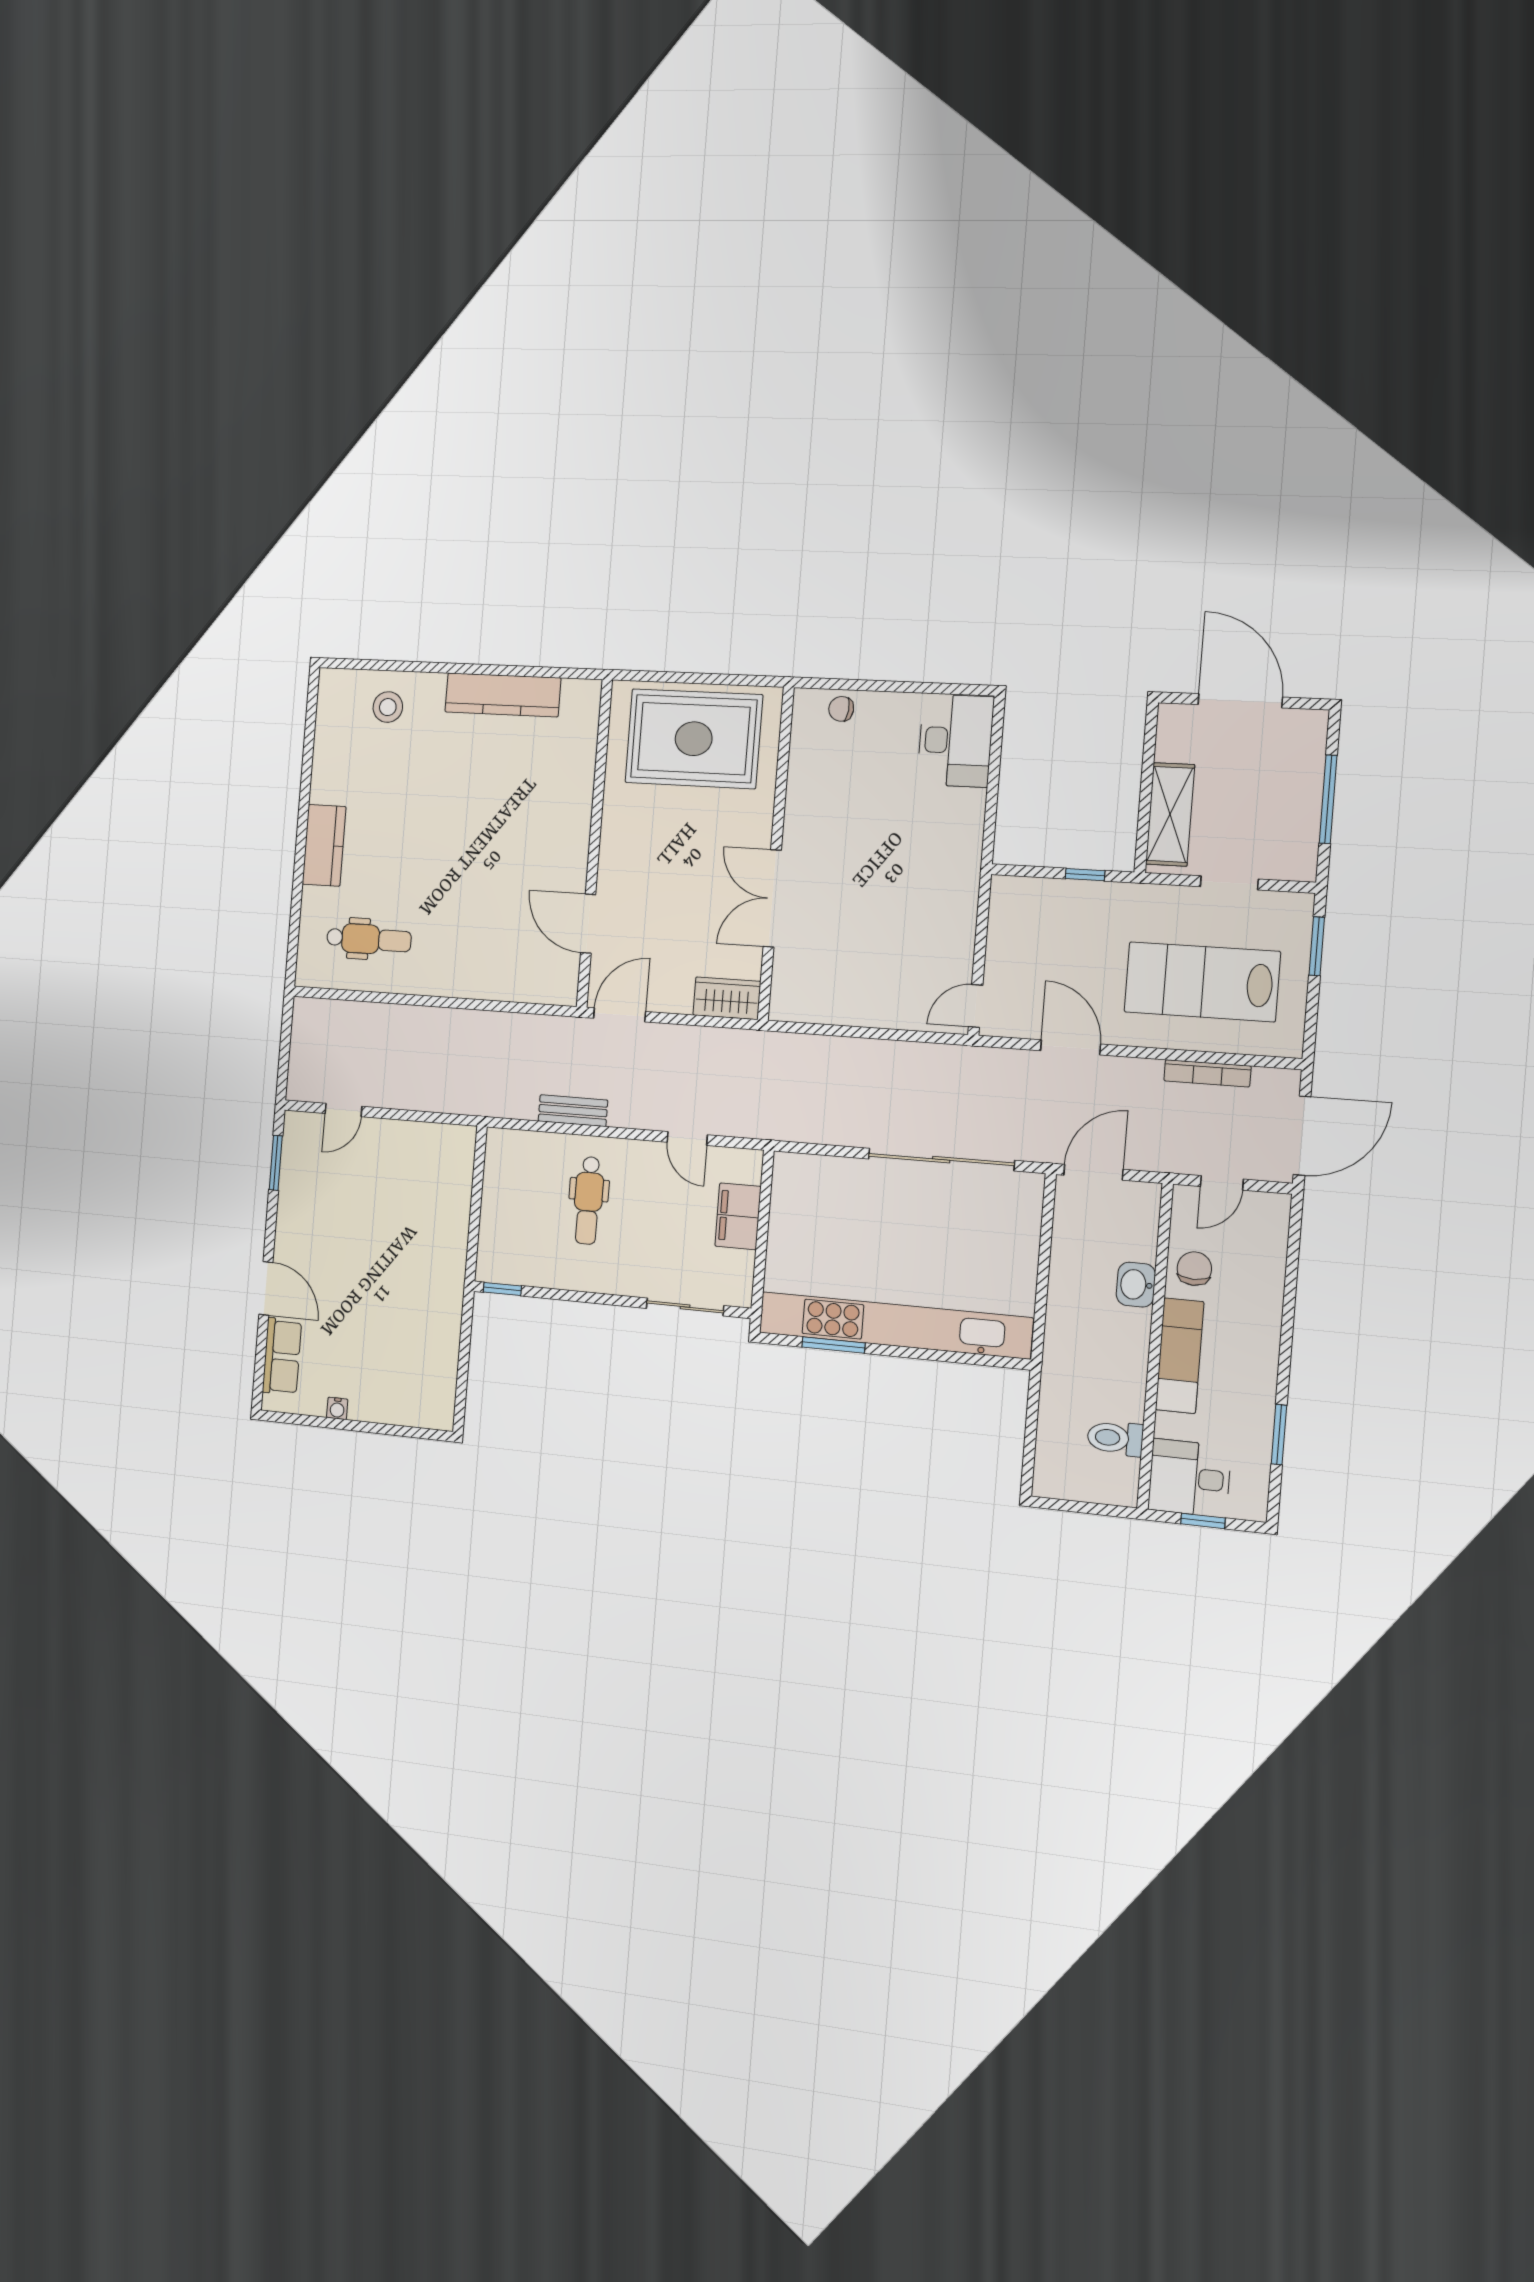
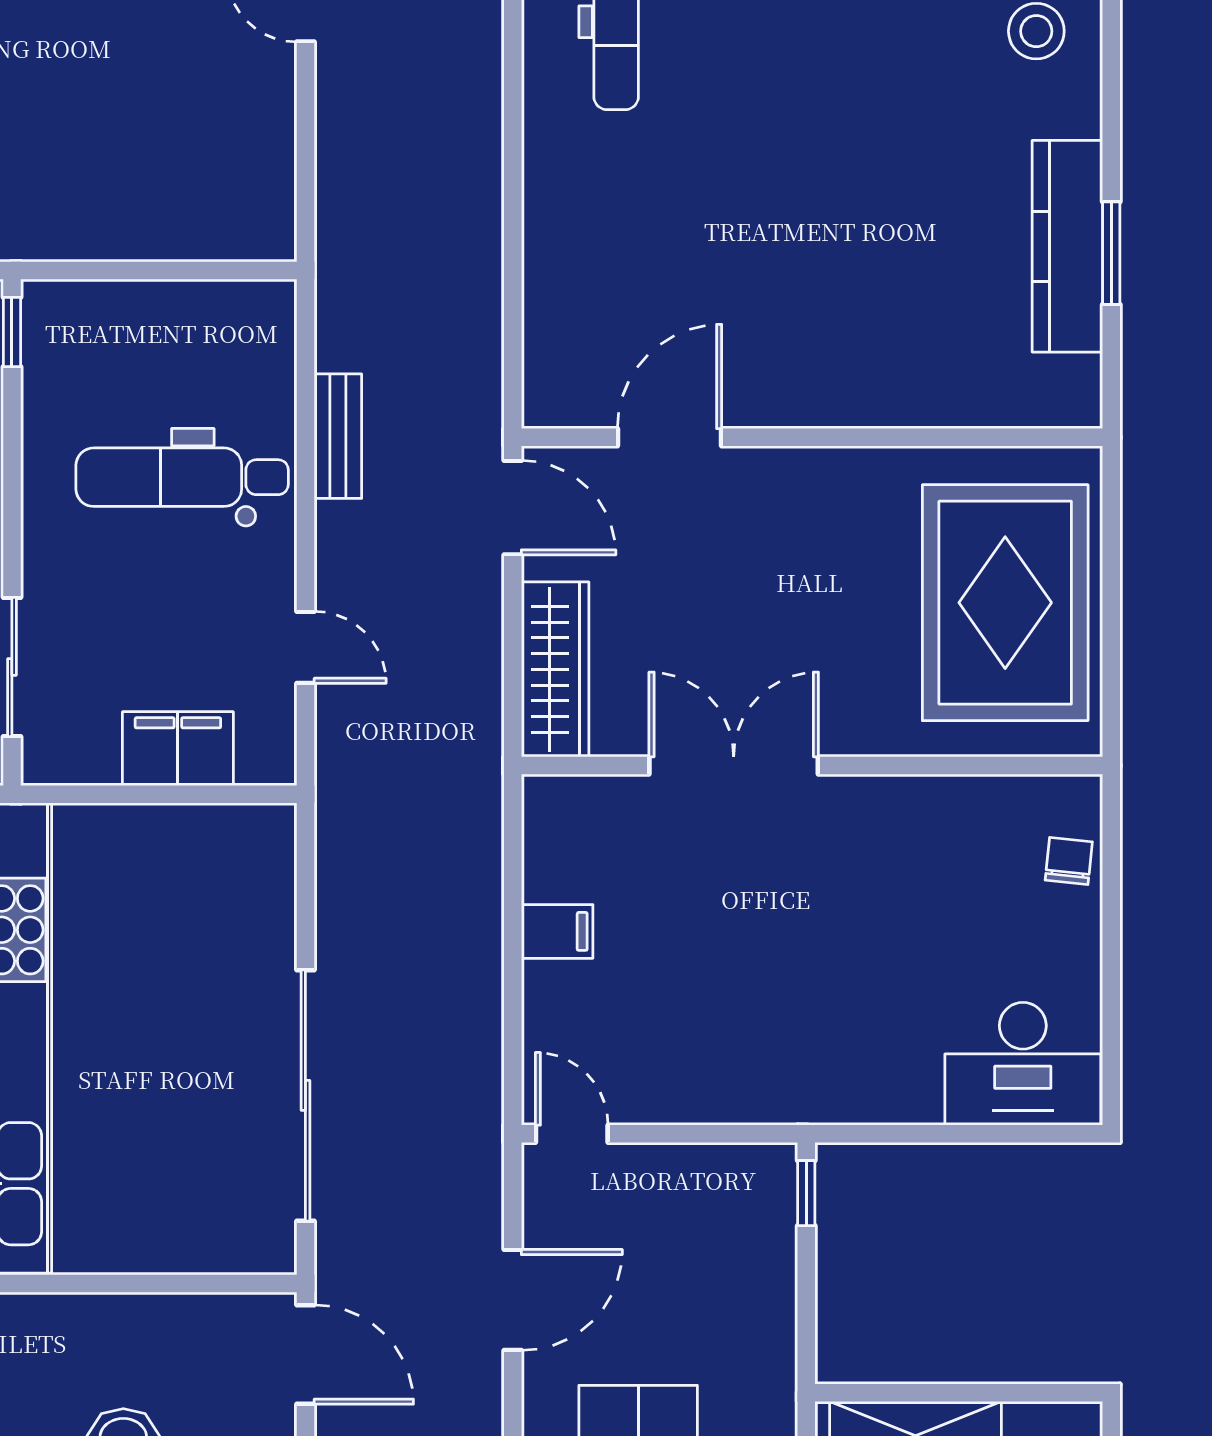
window: (508, 670) -> (1111, 253), added
window: (1085, 875) -> (806, 1193), moved
wardrobe: (727, 998) -> (555, 669), width x1.50
filing cabinet: (858, 1006) -> (557, 931), added
door: (687, 1138) -> (305, 647), swing flipped
dental chair: (588, 1200) -> (182, 477), width x1.36, depth x1.38

